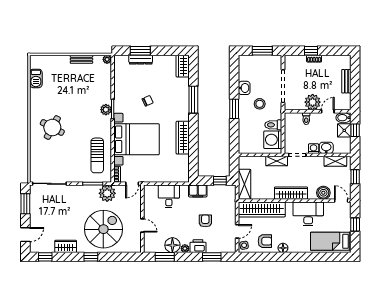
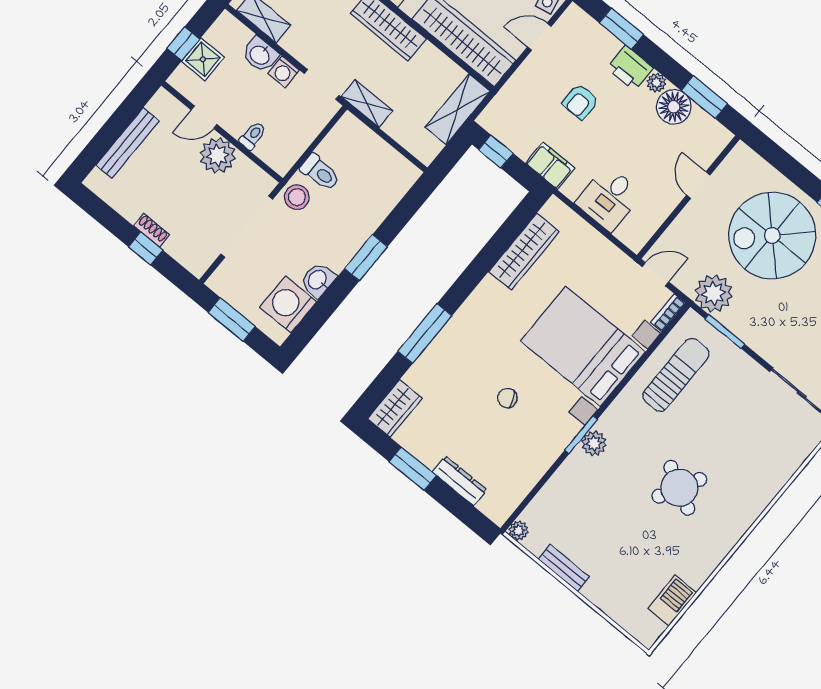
window: (140, 51) -> (413, 469), moved
bench: (346, 81) -> (127, 143), width x1.36
stool: (260, 104) -> (297, 197), moved
bidet: (343, 118) -> (186, 83), removed
round table: (52, 128) -> (679, 488), moved
wardrobe: (183, 138) -> (524, 252), moved
washing machine: (273, 140) -> (288, 305), moved, turned 180

